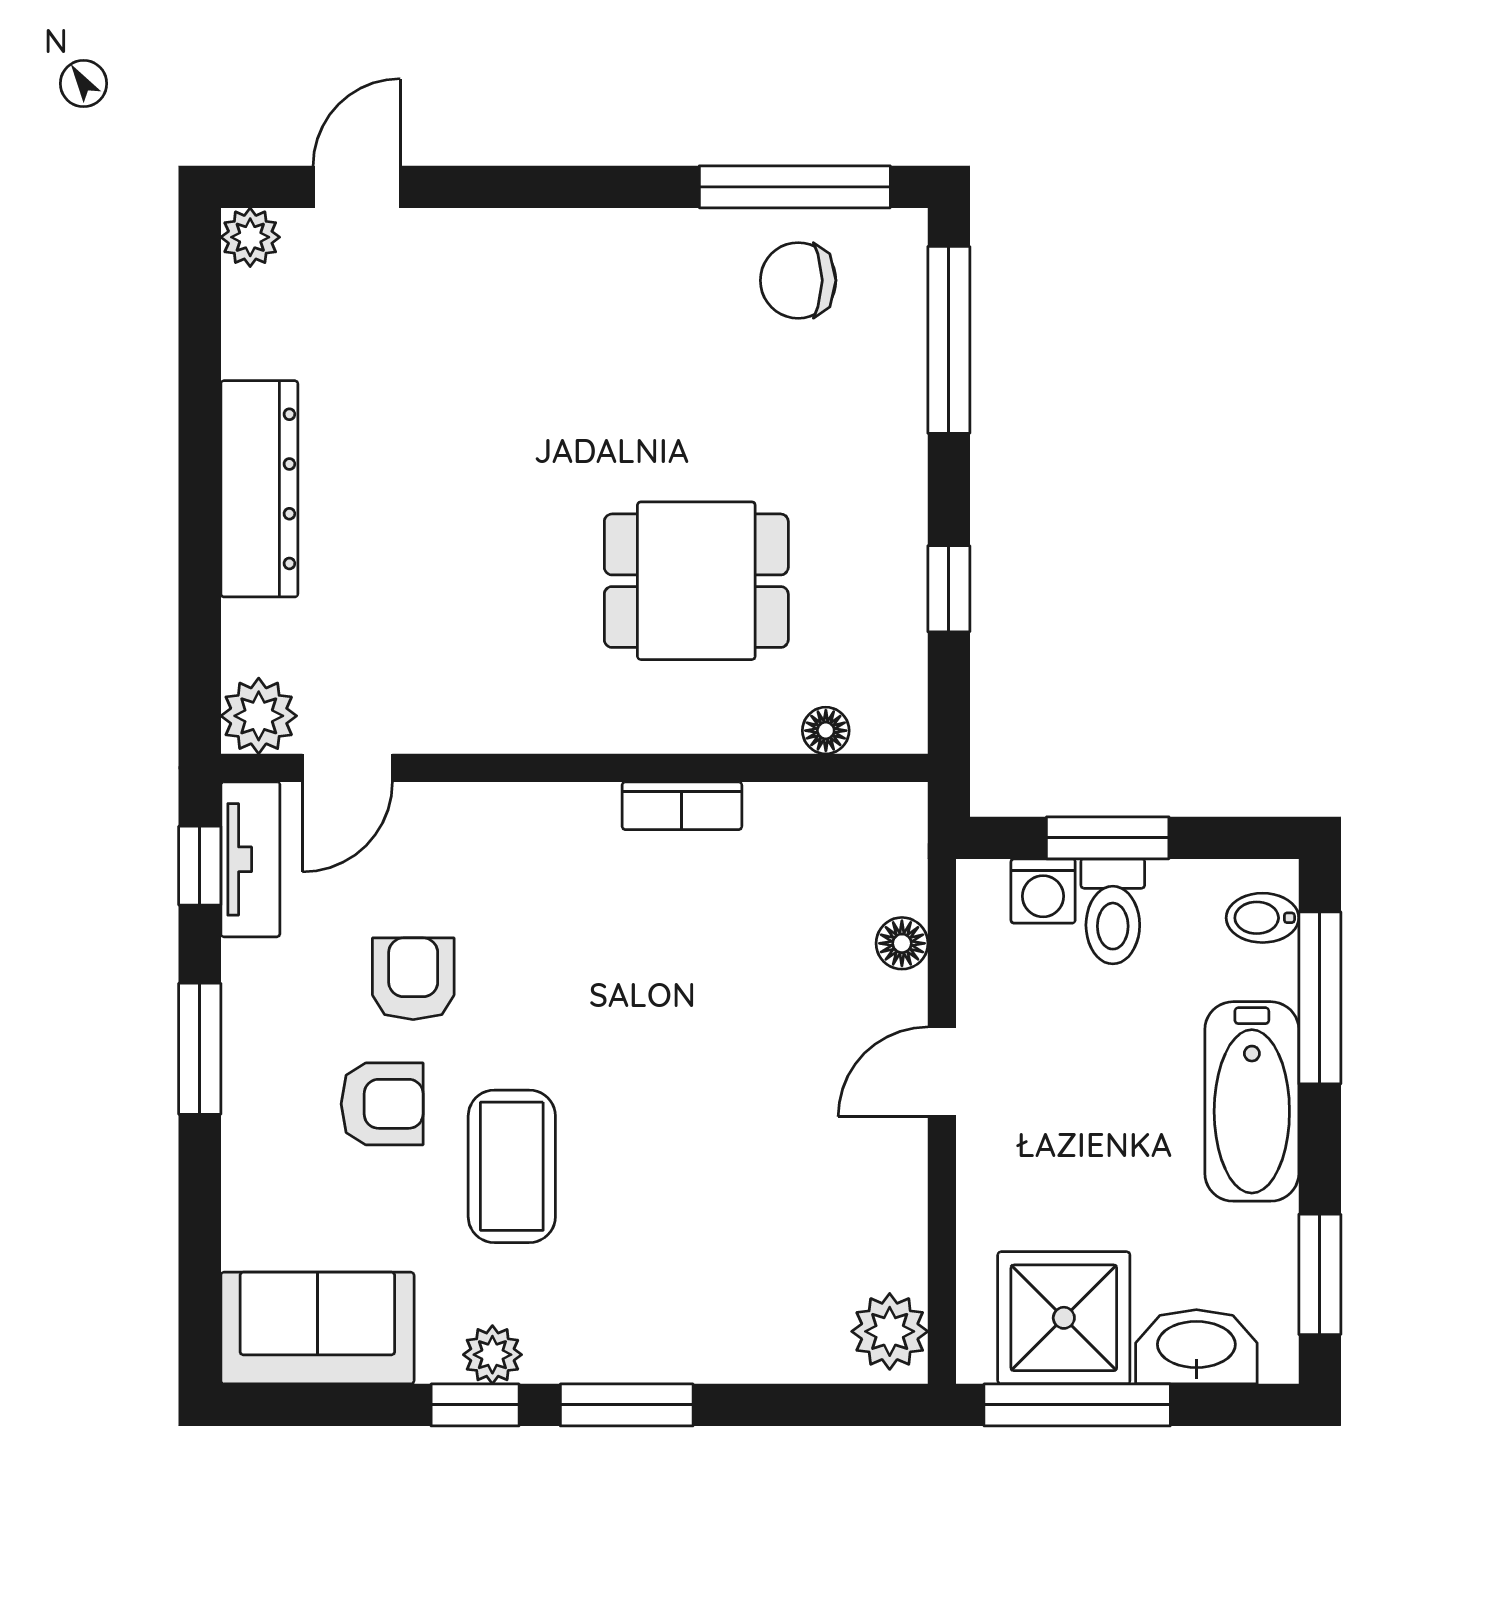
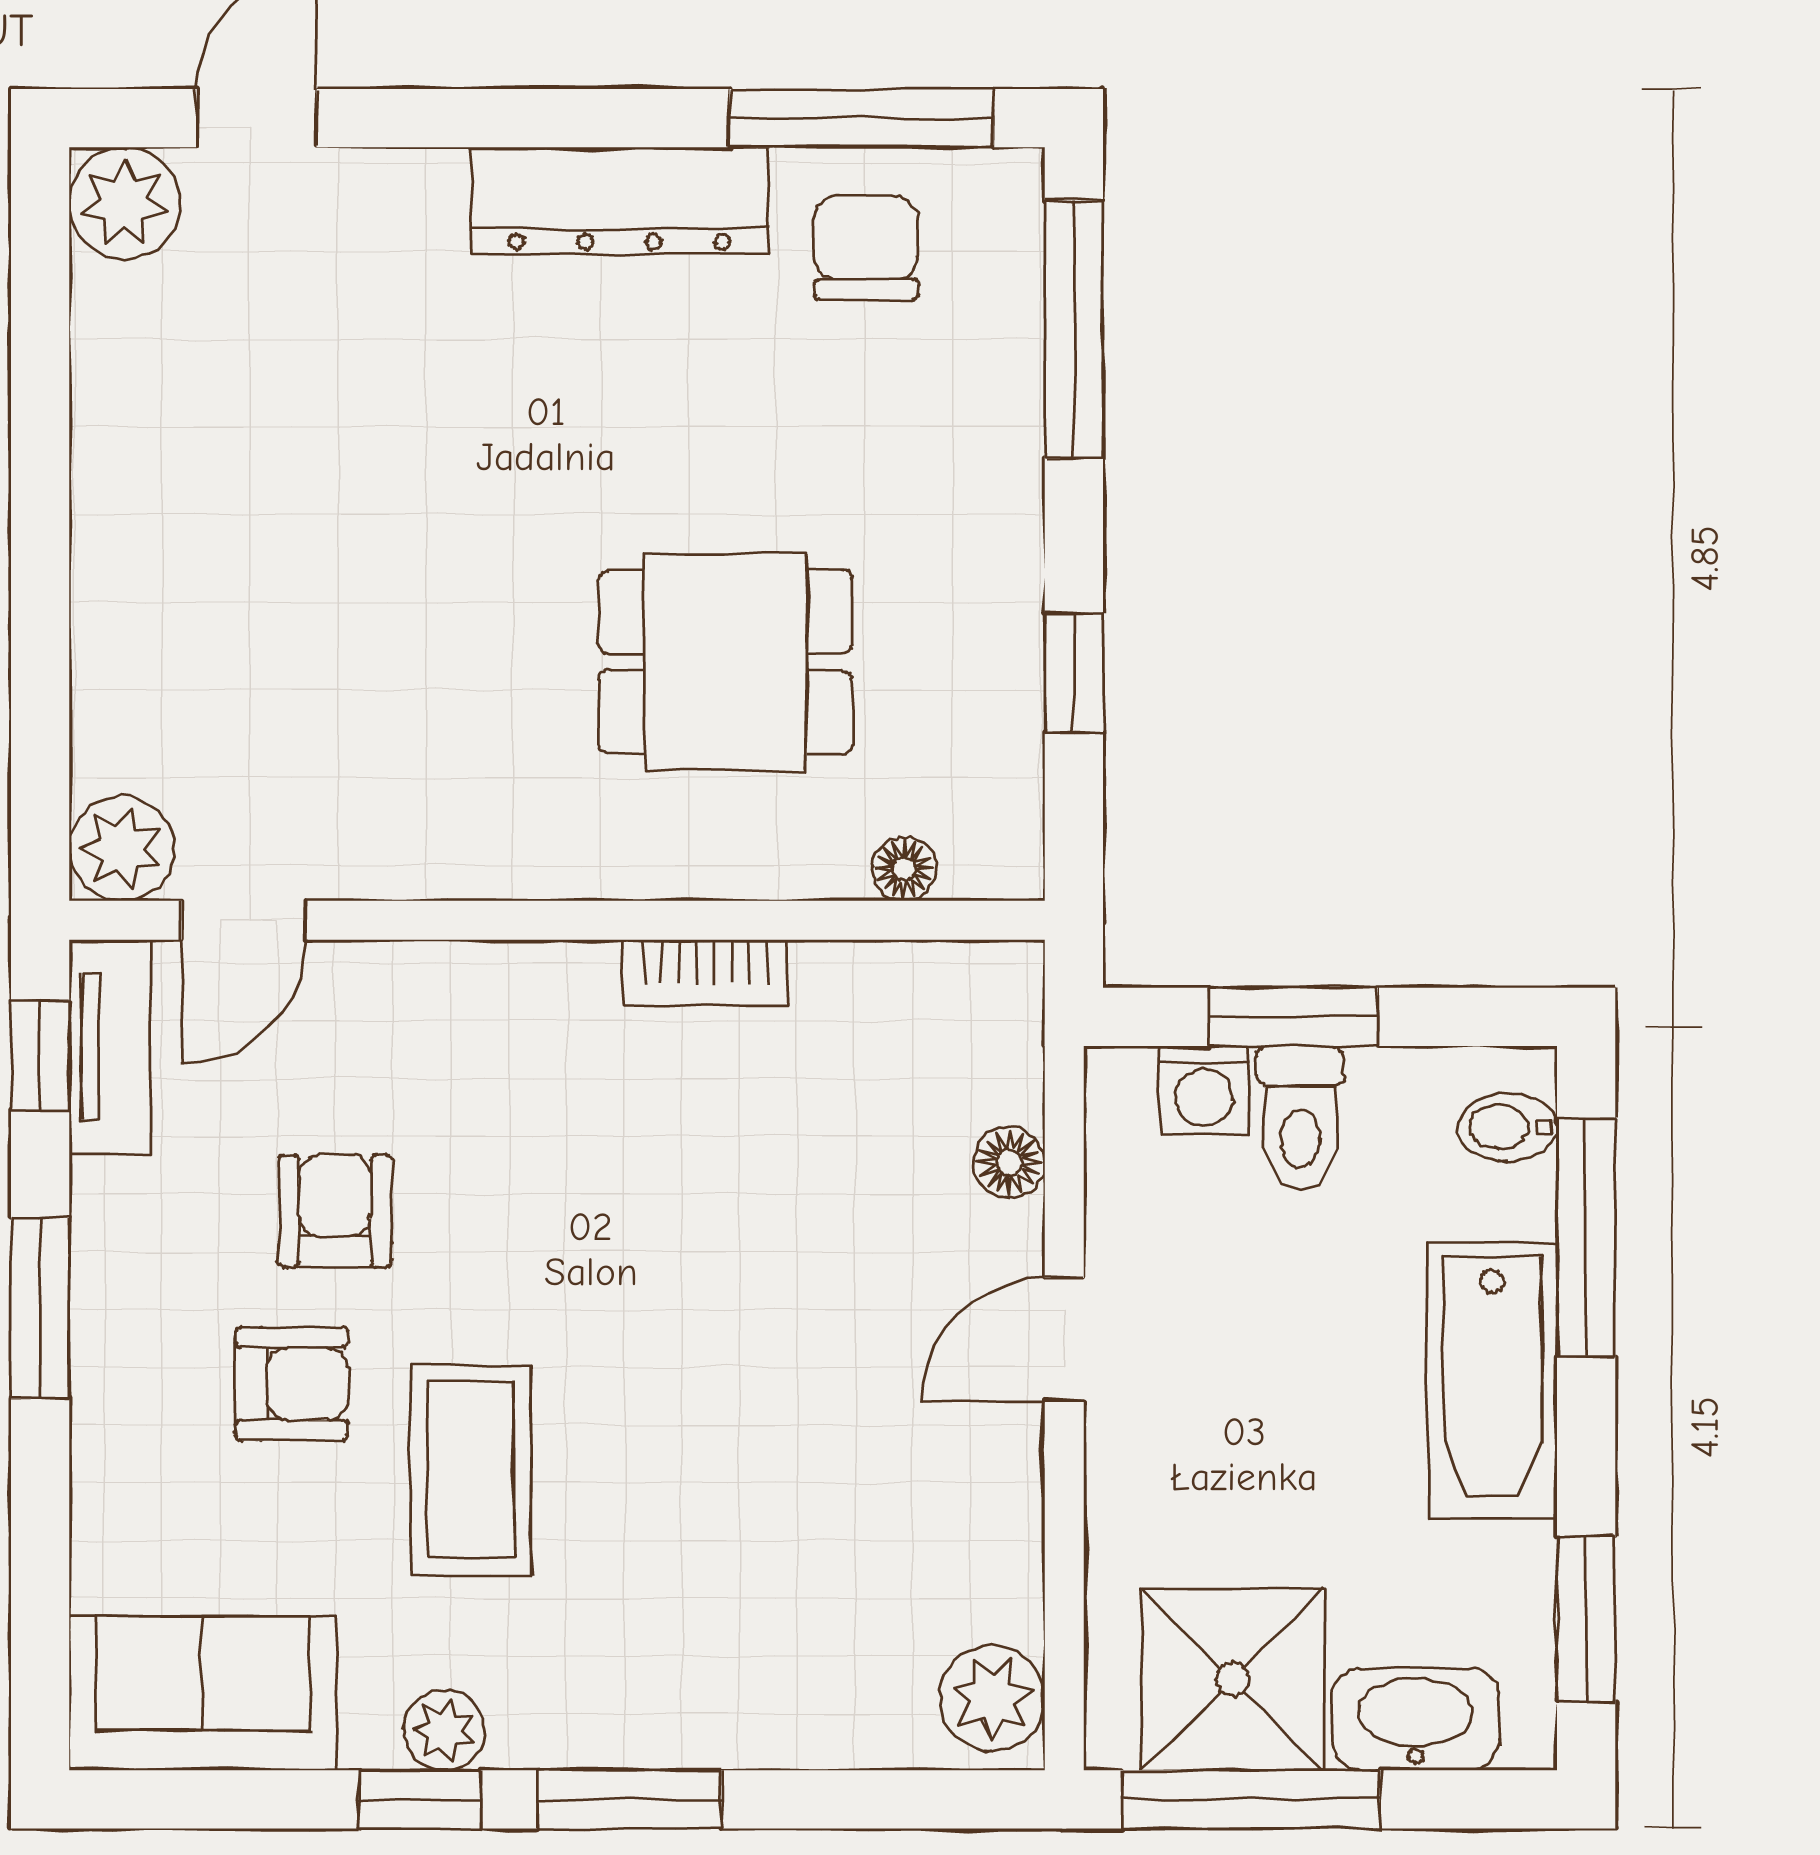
plant: (250, 237) -> (125, 203), width x1.38, depth x1.38
chair: (798, 280) -> (866, 247), turned 90
dresser: (259, 489) -> (619, 200), moved, turned 90

